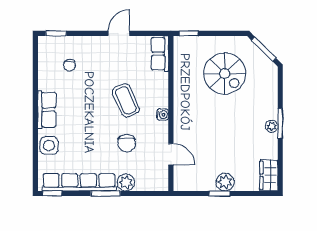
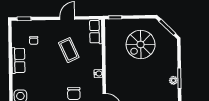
spiral stairs: (225, 73) -> (141, 44), turned 90
coffee table: (126, 100) -> (69, 50), moved
row of seats: (47, 110) -> (18, 61), moved

